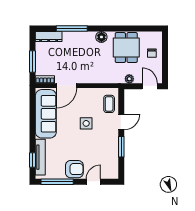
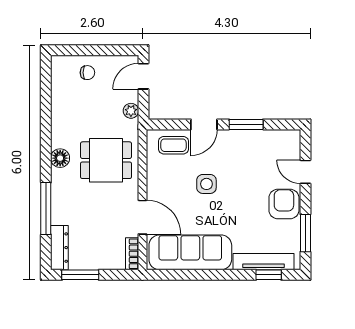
dining table: (126, 48) -> (106, 160), moved
window: (33, 62) -> (80, 275), moved
door: (121, 122) -> (204, 124), swing flipped
window: (57, 182) -> (305, 233), width x0.69

